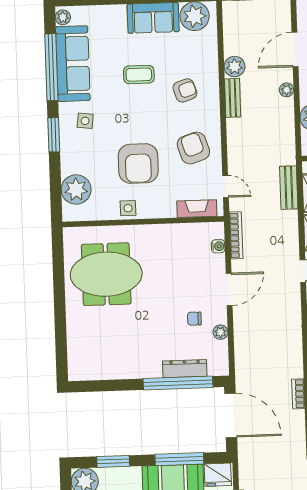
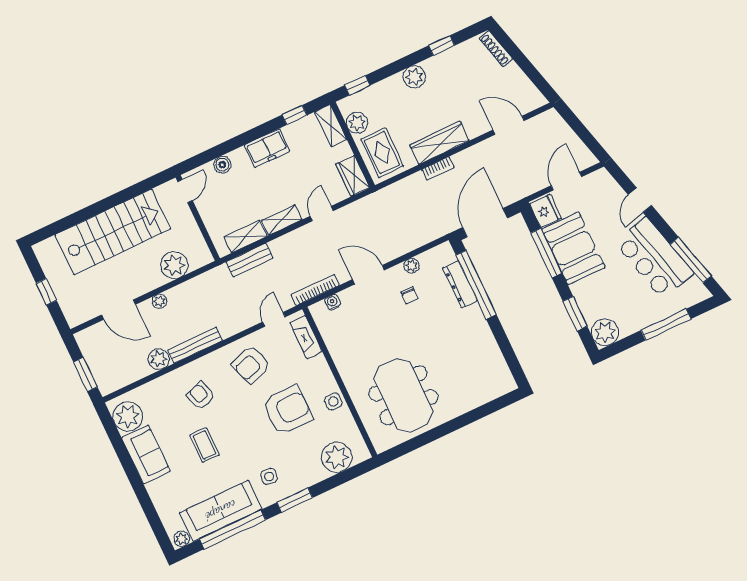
bench: (233, 98) -> (195, 345), width x1.36

